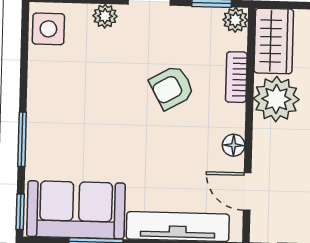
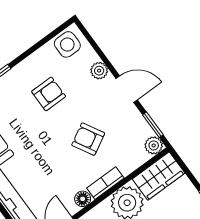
bookcase: (236, 77) -> (105, 183), moved
armchair: (87, 93) -> (49, 94), added

